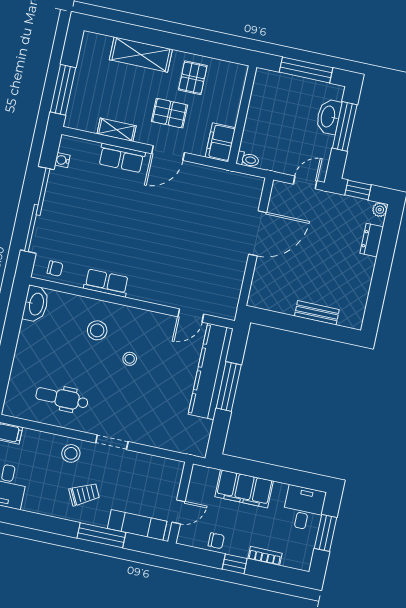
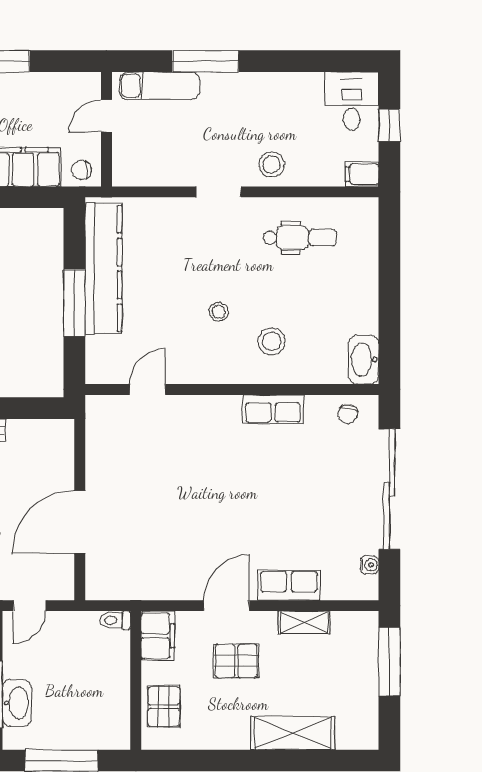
pallet: (193, 78) -> (164, 707), moved
chair: (55, 268) -> (348, 414), turned -78
kitchen counter: (211, 371) -> (103, 269), moved
trolley: (84, 494) -> (241, 112), removed
chair: (216, 541) -> (81, 170), moved

